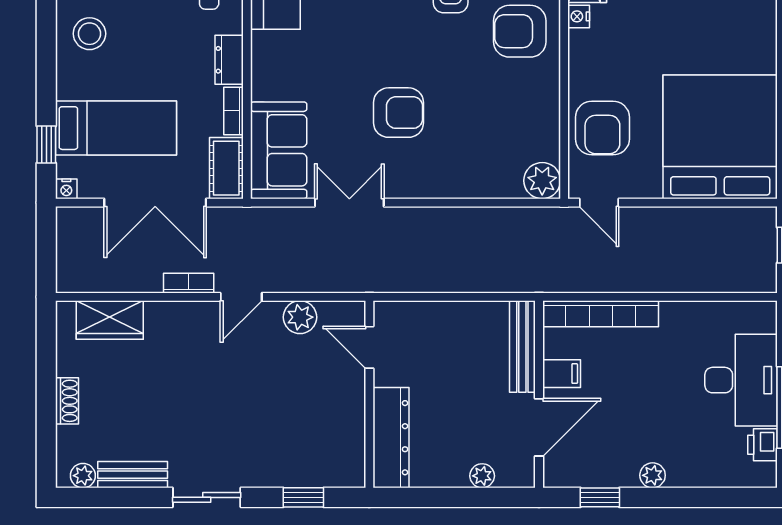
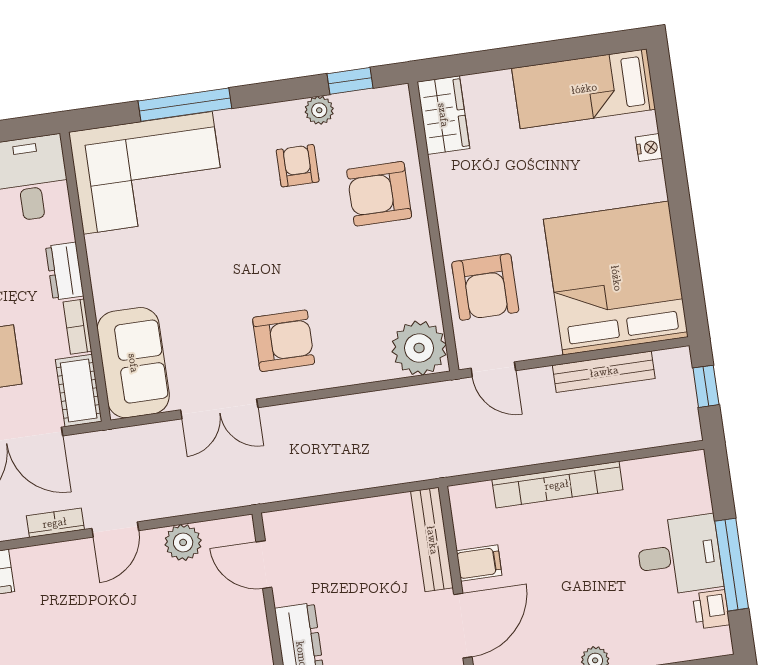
nightstand: (579, 16) -> (649, 148), moved, turned 180
armchair: (398, 113) -> (284, 341), moved
plant: (542, 181) -> (419, 348), width x1.36, depth x1.36
double door: (349, 203) -> (219, 409), swing flipped
bench: (697, 219) -> (604, 372), added
bookcase: (601, 314) -> (557, 485), moved
desk: (741, 380) -> (679, 555), width x0.73

